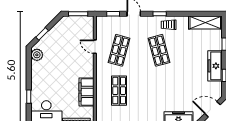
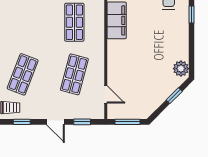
door: (95, 47) -> (106, 94), moved
shop shelf: (159, 50) -> (23, 74), turned 36

